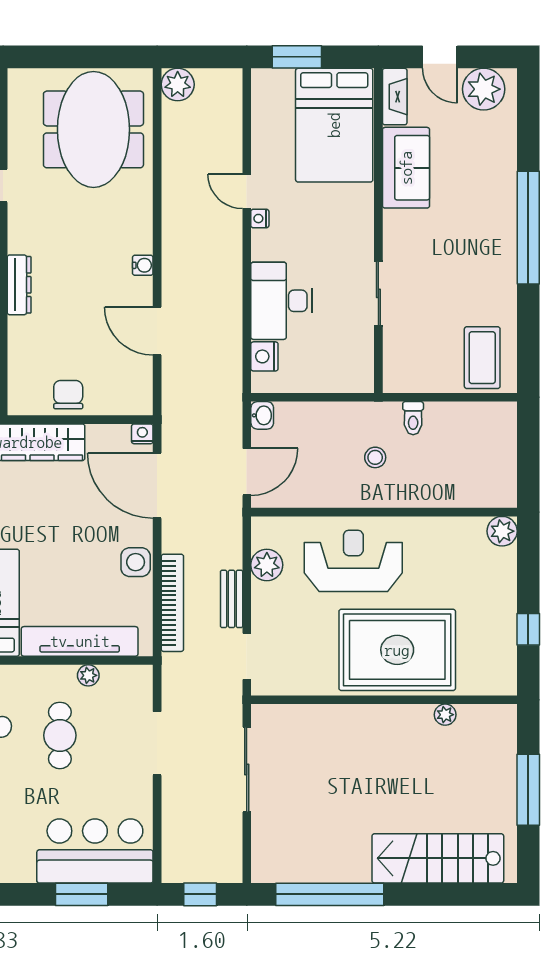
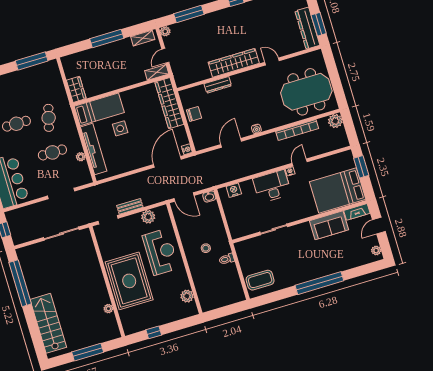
plant: (484, 89) -> (376, 250), width x0.53, depth x0.53
dresser: (19, 285) -> (218, 85), moved
desk: (281, 301) -> (272, 186), moved
plant: (502, 531) -> (187, 296), moved
side table: (136, 562) -> (120, 128), moved
bookcase: (172, 603) -> (297, 130), moved

